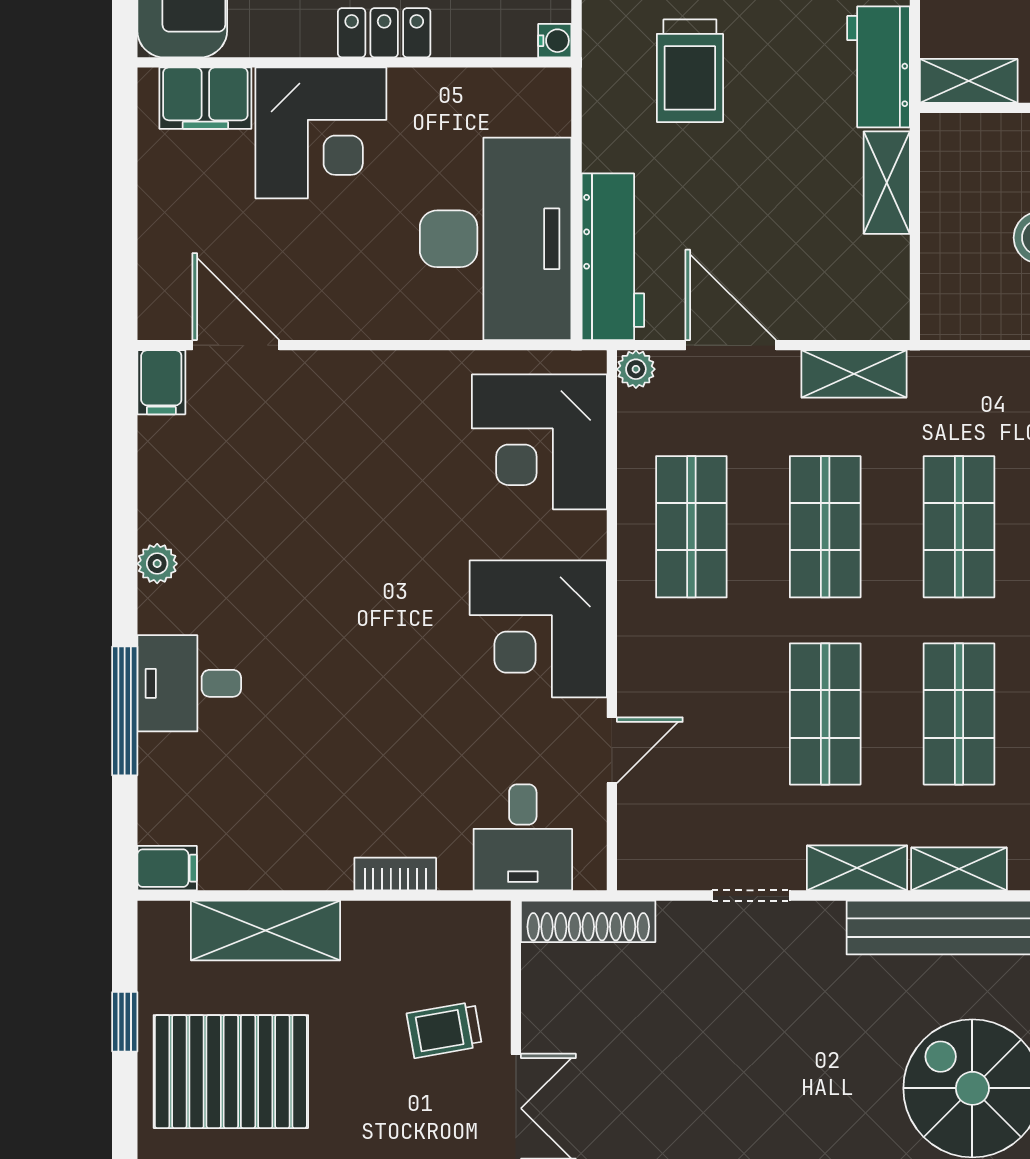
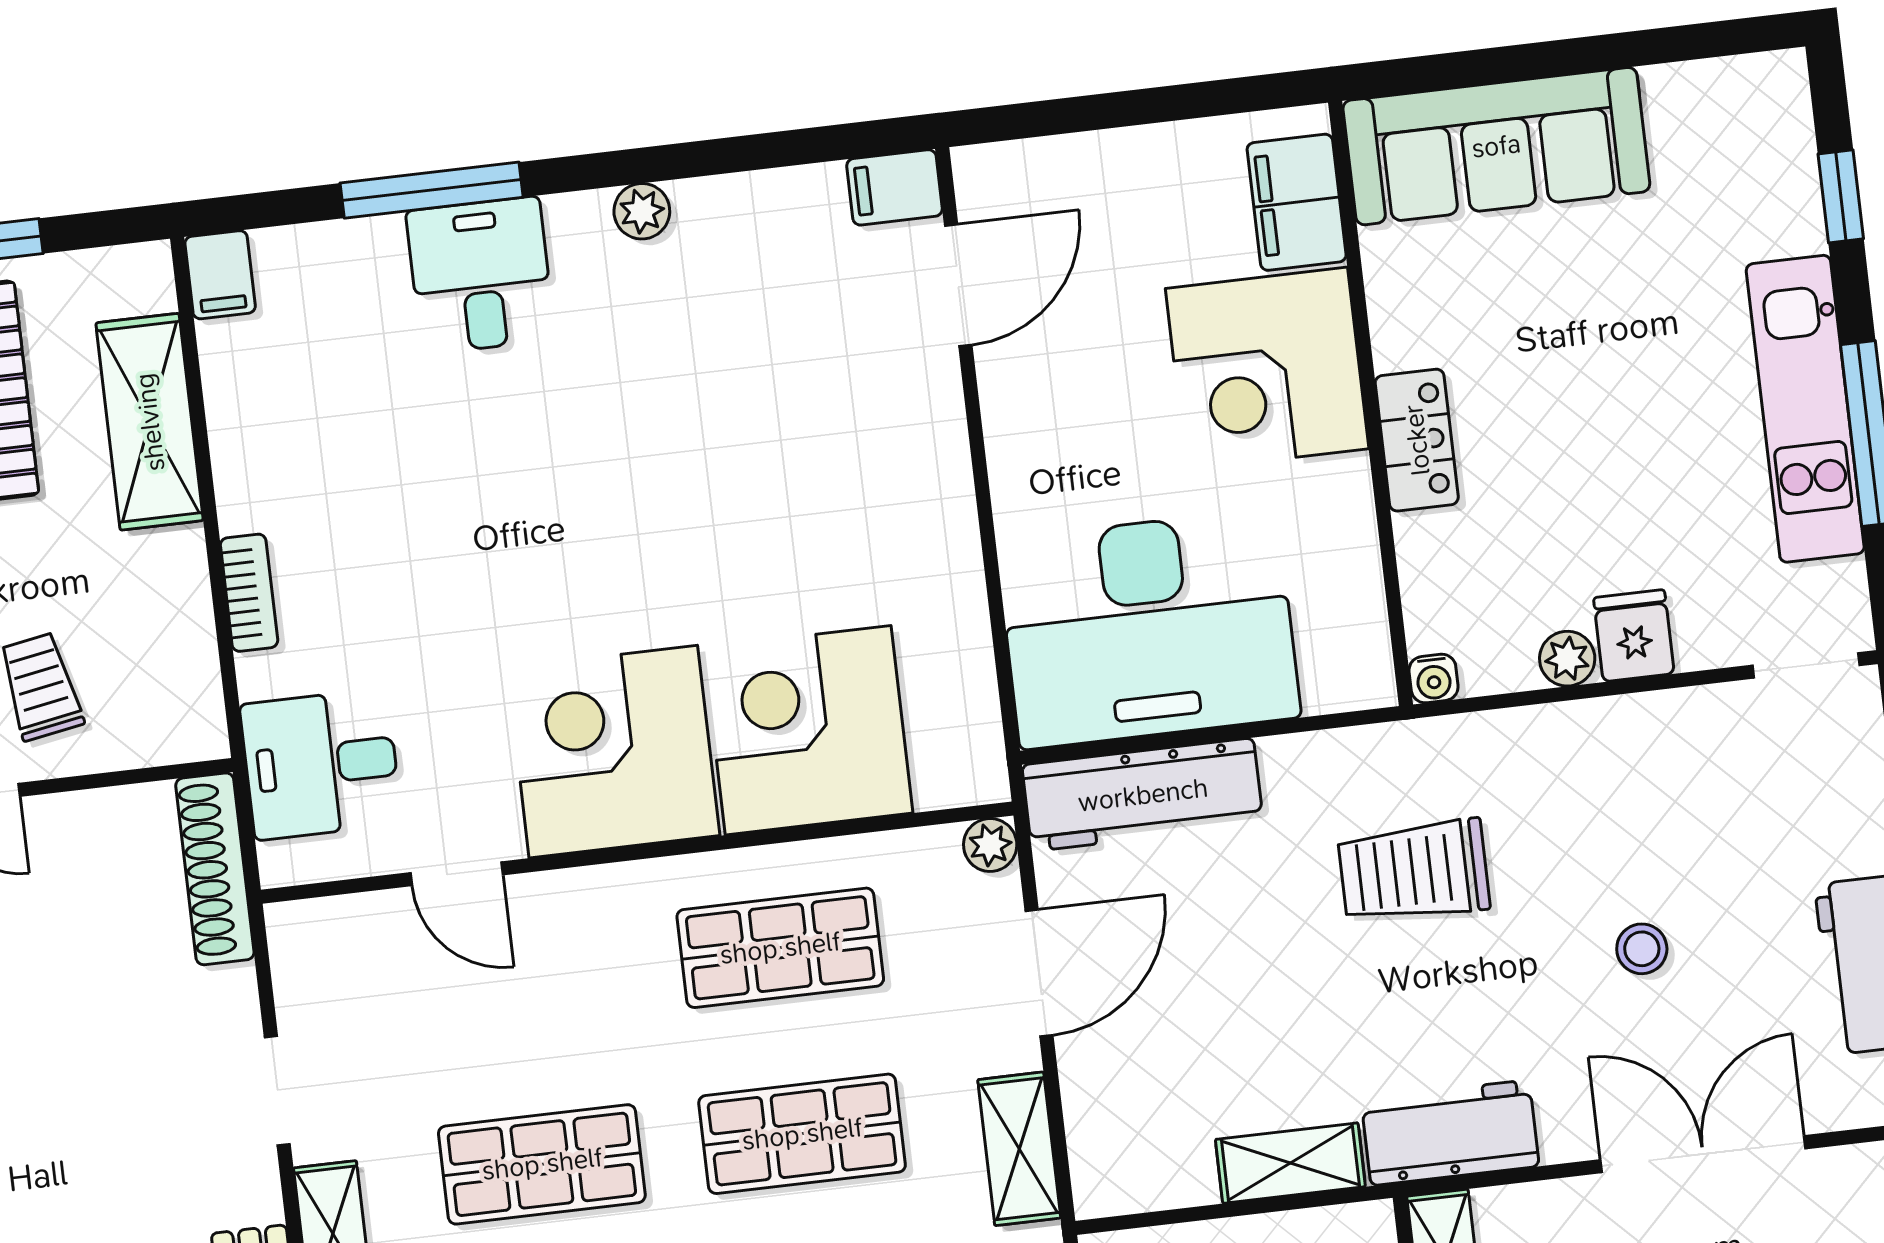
corner desk: (539, 442) -> (808, 730), moved

